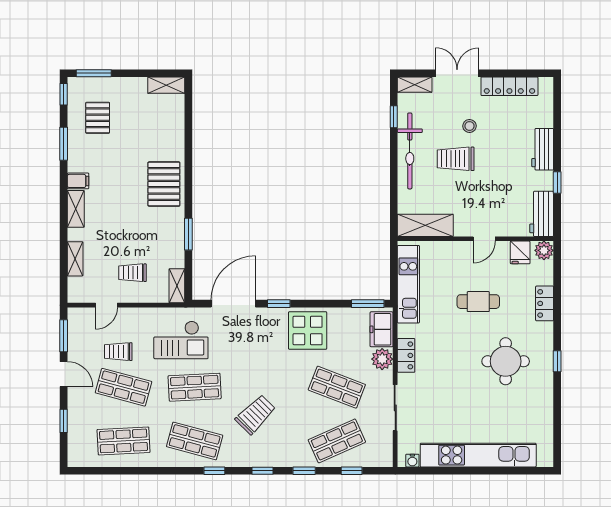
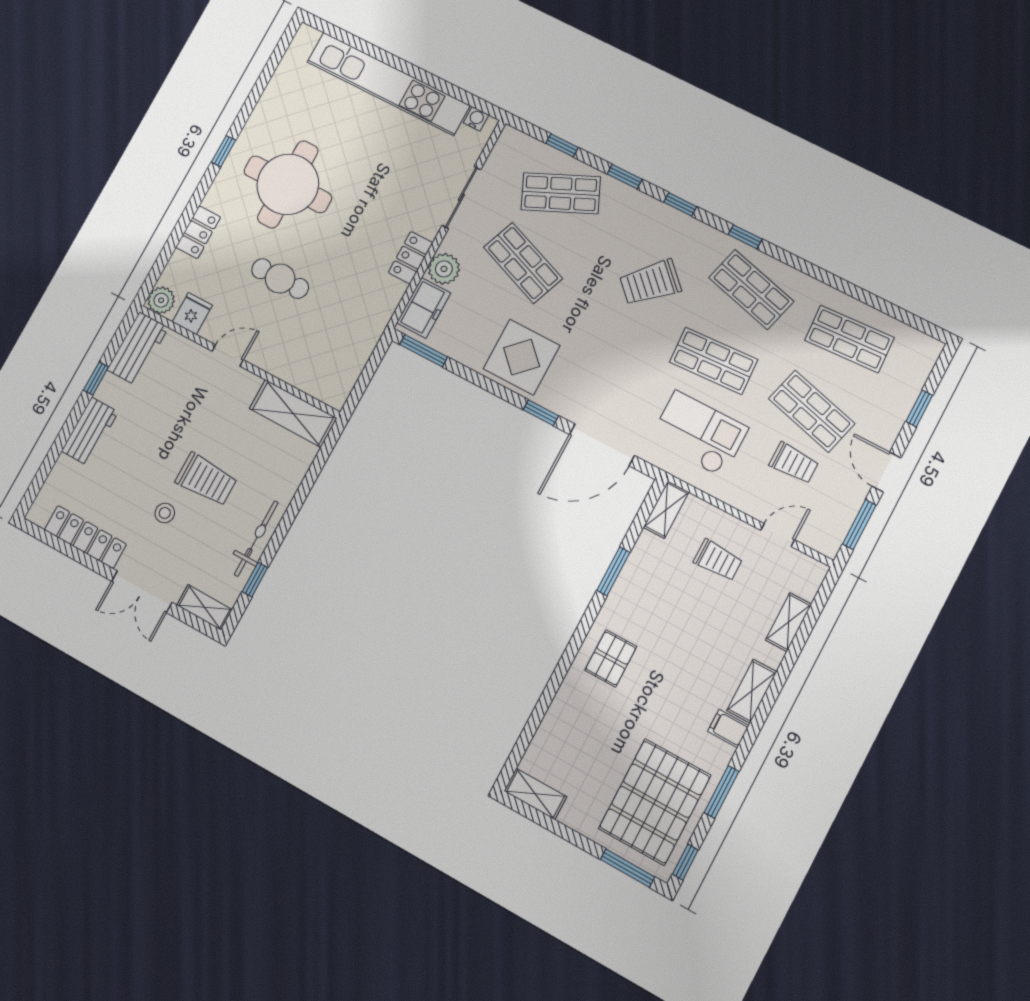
pallet: (98, 118) -> (655, 802), width x2.05, depth x2.00
bicycle: (410, 151) -> (256, 539), width x0.73, depth x0.71
pallet: (164, 184) -> (611, 658), width x0.67, depth x0.71
kitchen unit: (408, 284) -> (357, 348), removed
round table: (506, 361) -> (288, 184), width x1.36, depth x1.36

